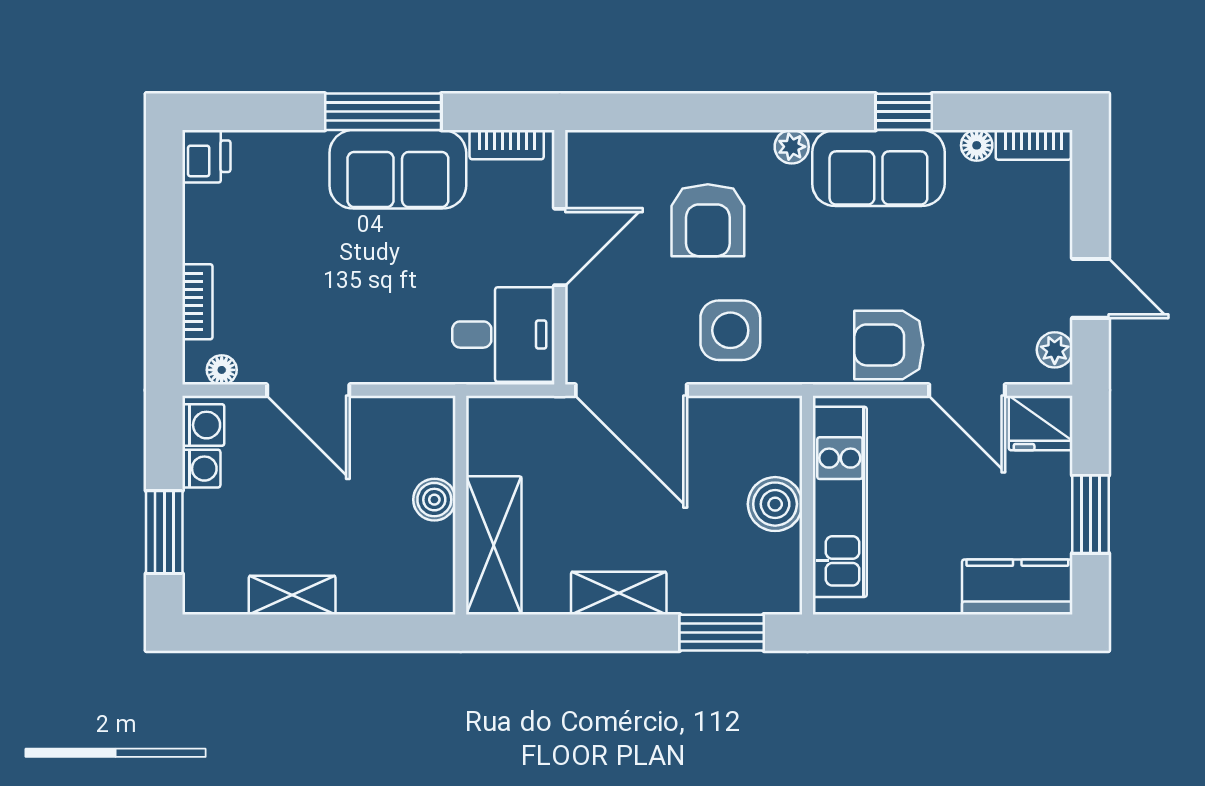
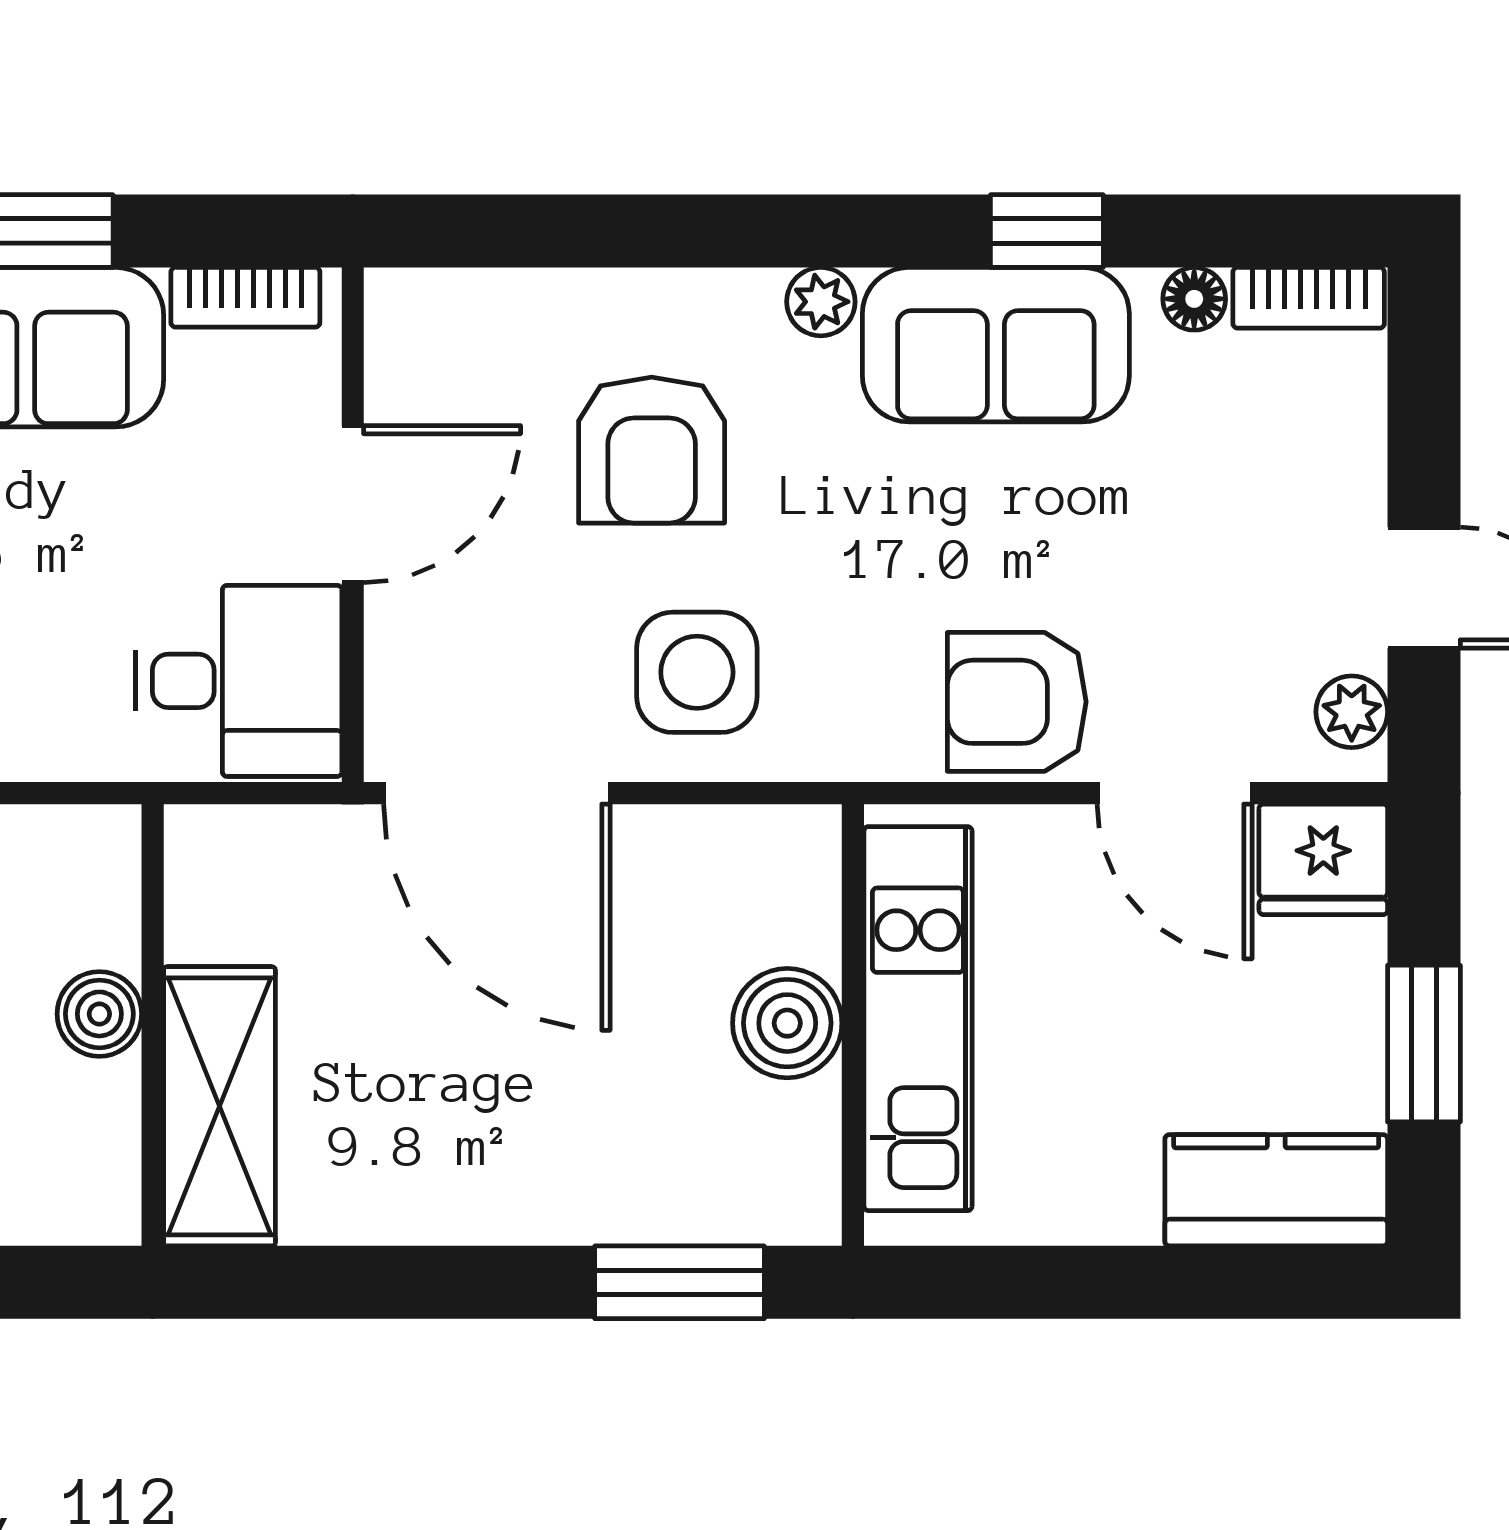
shelving: (619, 593) -> (472, 1203), removed

